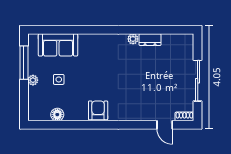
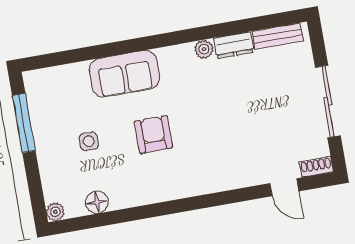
bench: (176, 39) -> (278, 36), added
sofa: (58, 45) -> (125, 74), moved
plant: (33, 80) -> (55, 212), moved
armchair: (98, 110) -> (153, 134), moved

